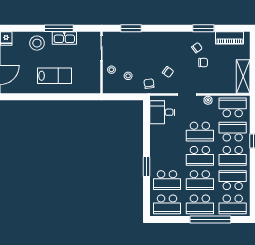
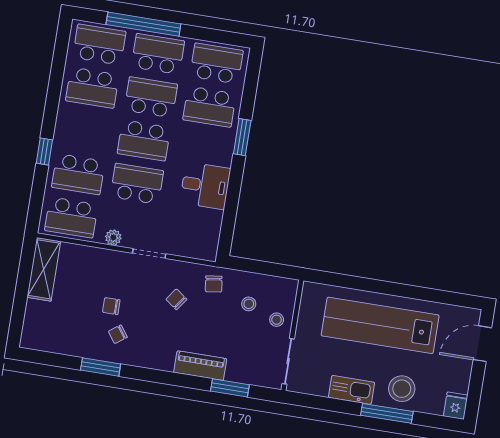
window: (59, 28) -> (387, 413), moved
piano: (230, 38) -> (200, 366), moved
lab bench: (54, 76) -> (380, 325), width x1.86, depth x1.39
desk: (162, 112) -> (205, 186), moved
school desk: (200, 156) -> (144, 140), turned 180
school desk: (233, 156) -> (85, 131), removed
school desk: (167, 180) -> (209, 107), turned 180

